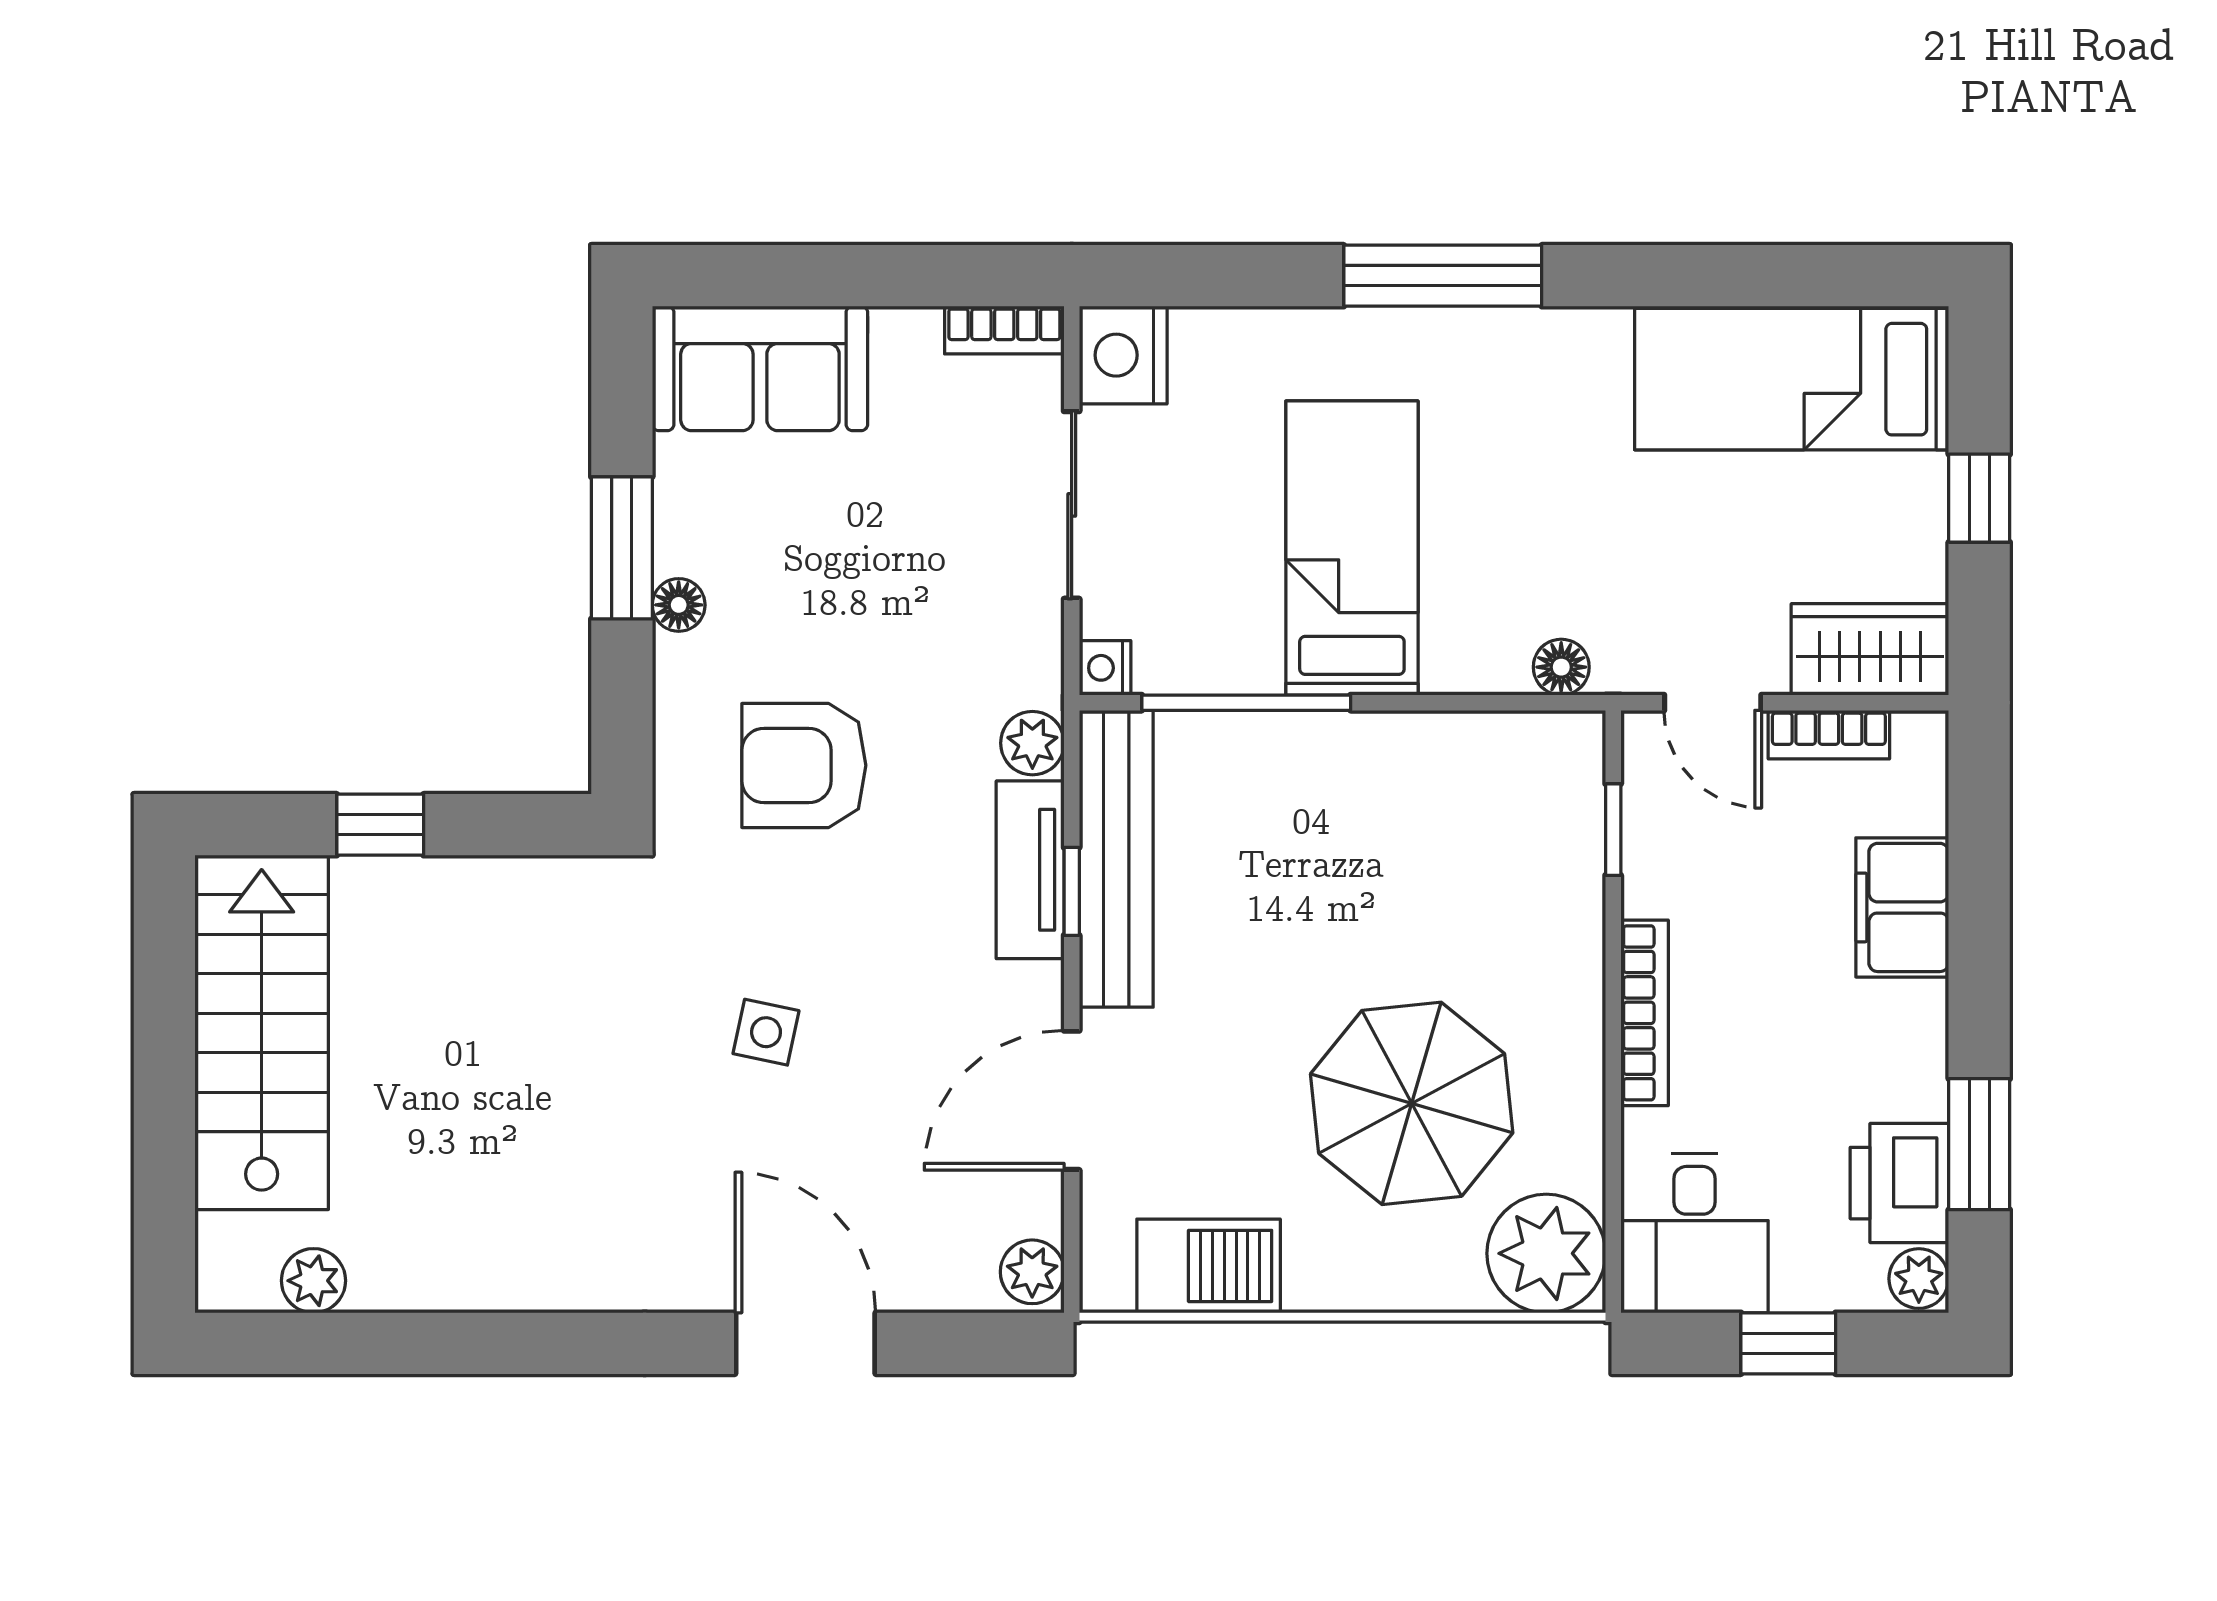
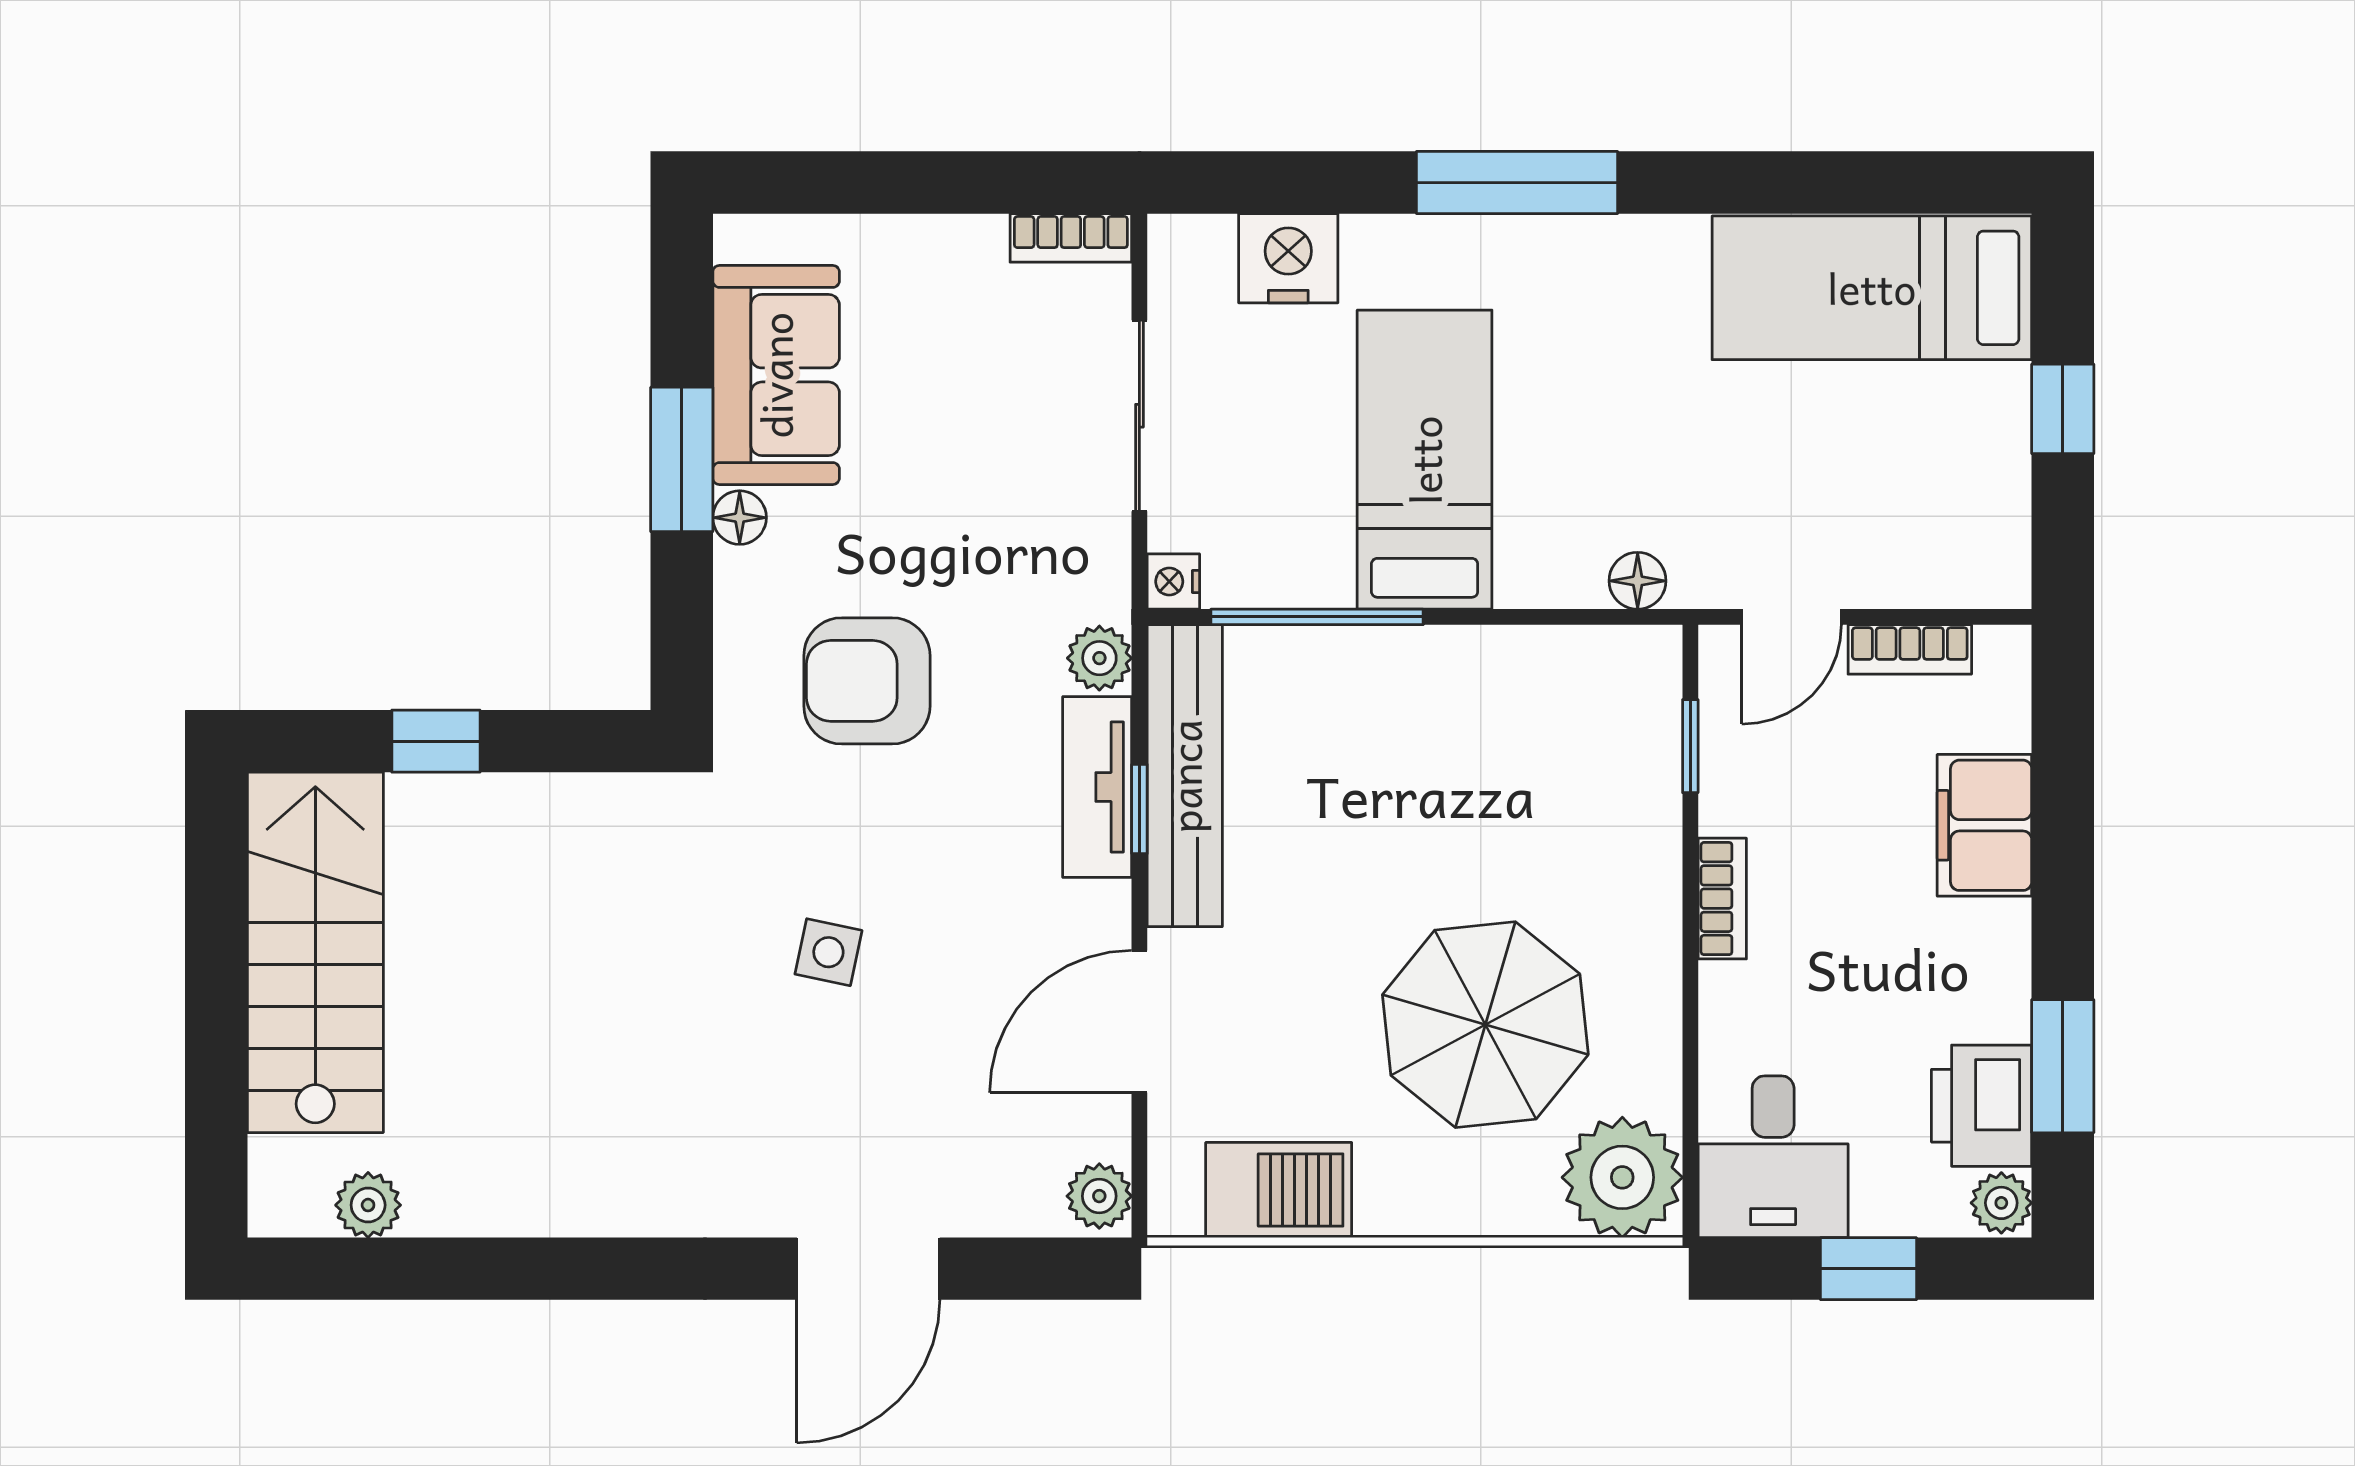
nightstand: (1123, 355) -> (1288, 258), moved, turned 90
sofa: (760, 368) -> (776, 375), moved, turned -90
wardrobe: (1870, 649) -> (1952, 563), removed
door: (1713, 703) -> (1792, 617), hinge flipped
bookcase: (1645, 1013) -> (1722, 899), width x0.64
door: (805, 1343) -> (868, 1269), swing flipped

